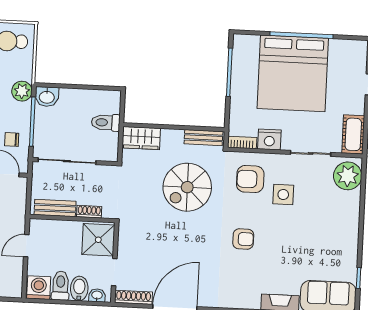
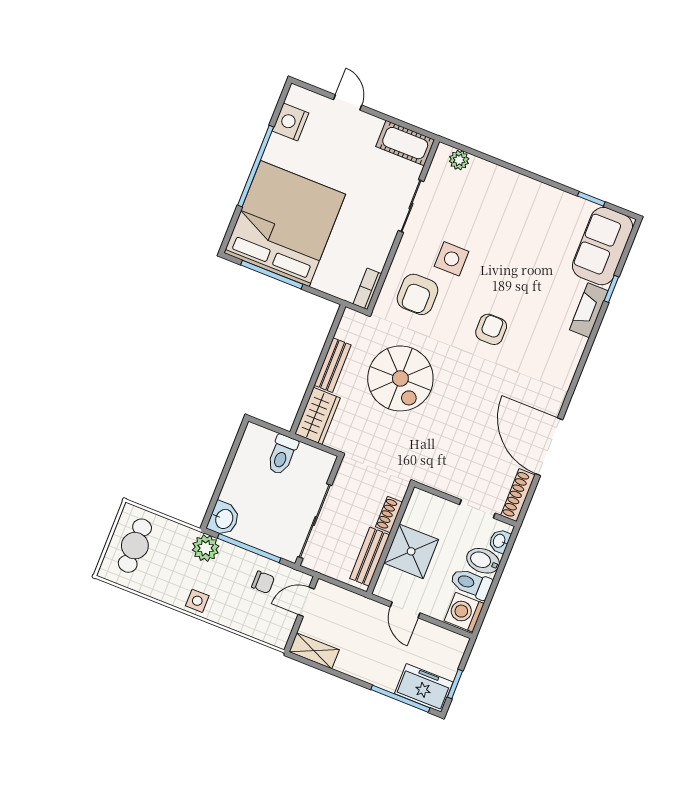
bed: (293, 73) -> (285, 224), moved, turned -90
bench: (203, 138) -> (333, 365), moved
nightstand: (269, 139) -> (290, 122), moved, turned 180
chair: (12, 140) -> (263, 582), turned -90
plant: (348, 176) -> (459, 160), width x0.53, depth x0.53
shower: (98, 240) -> (411, 551), moved

